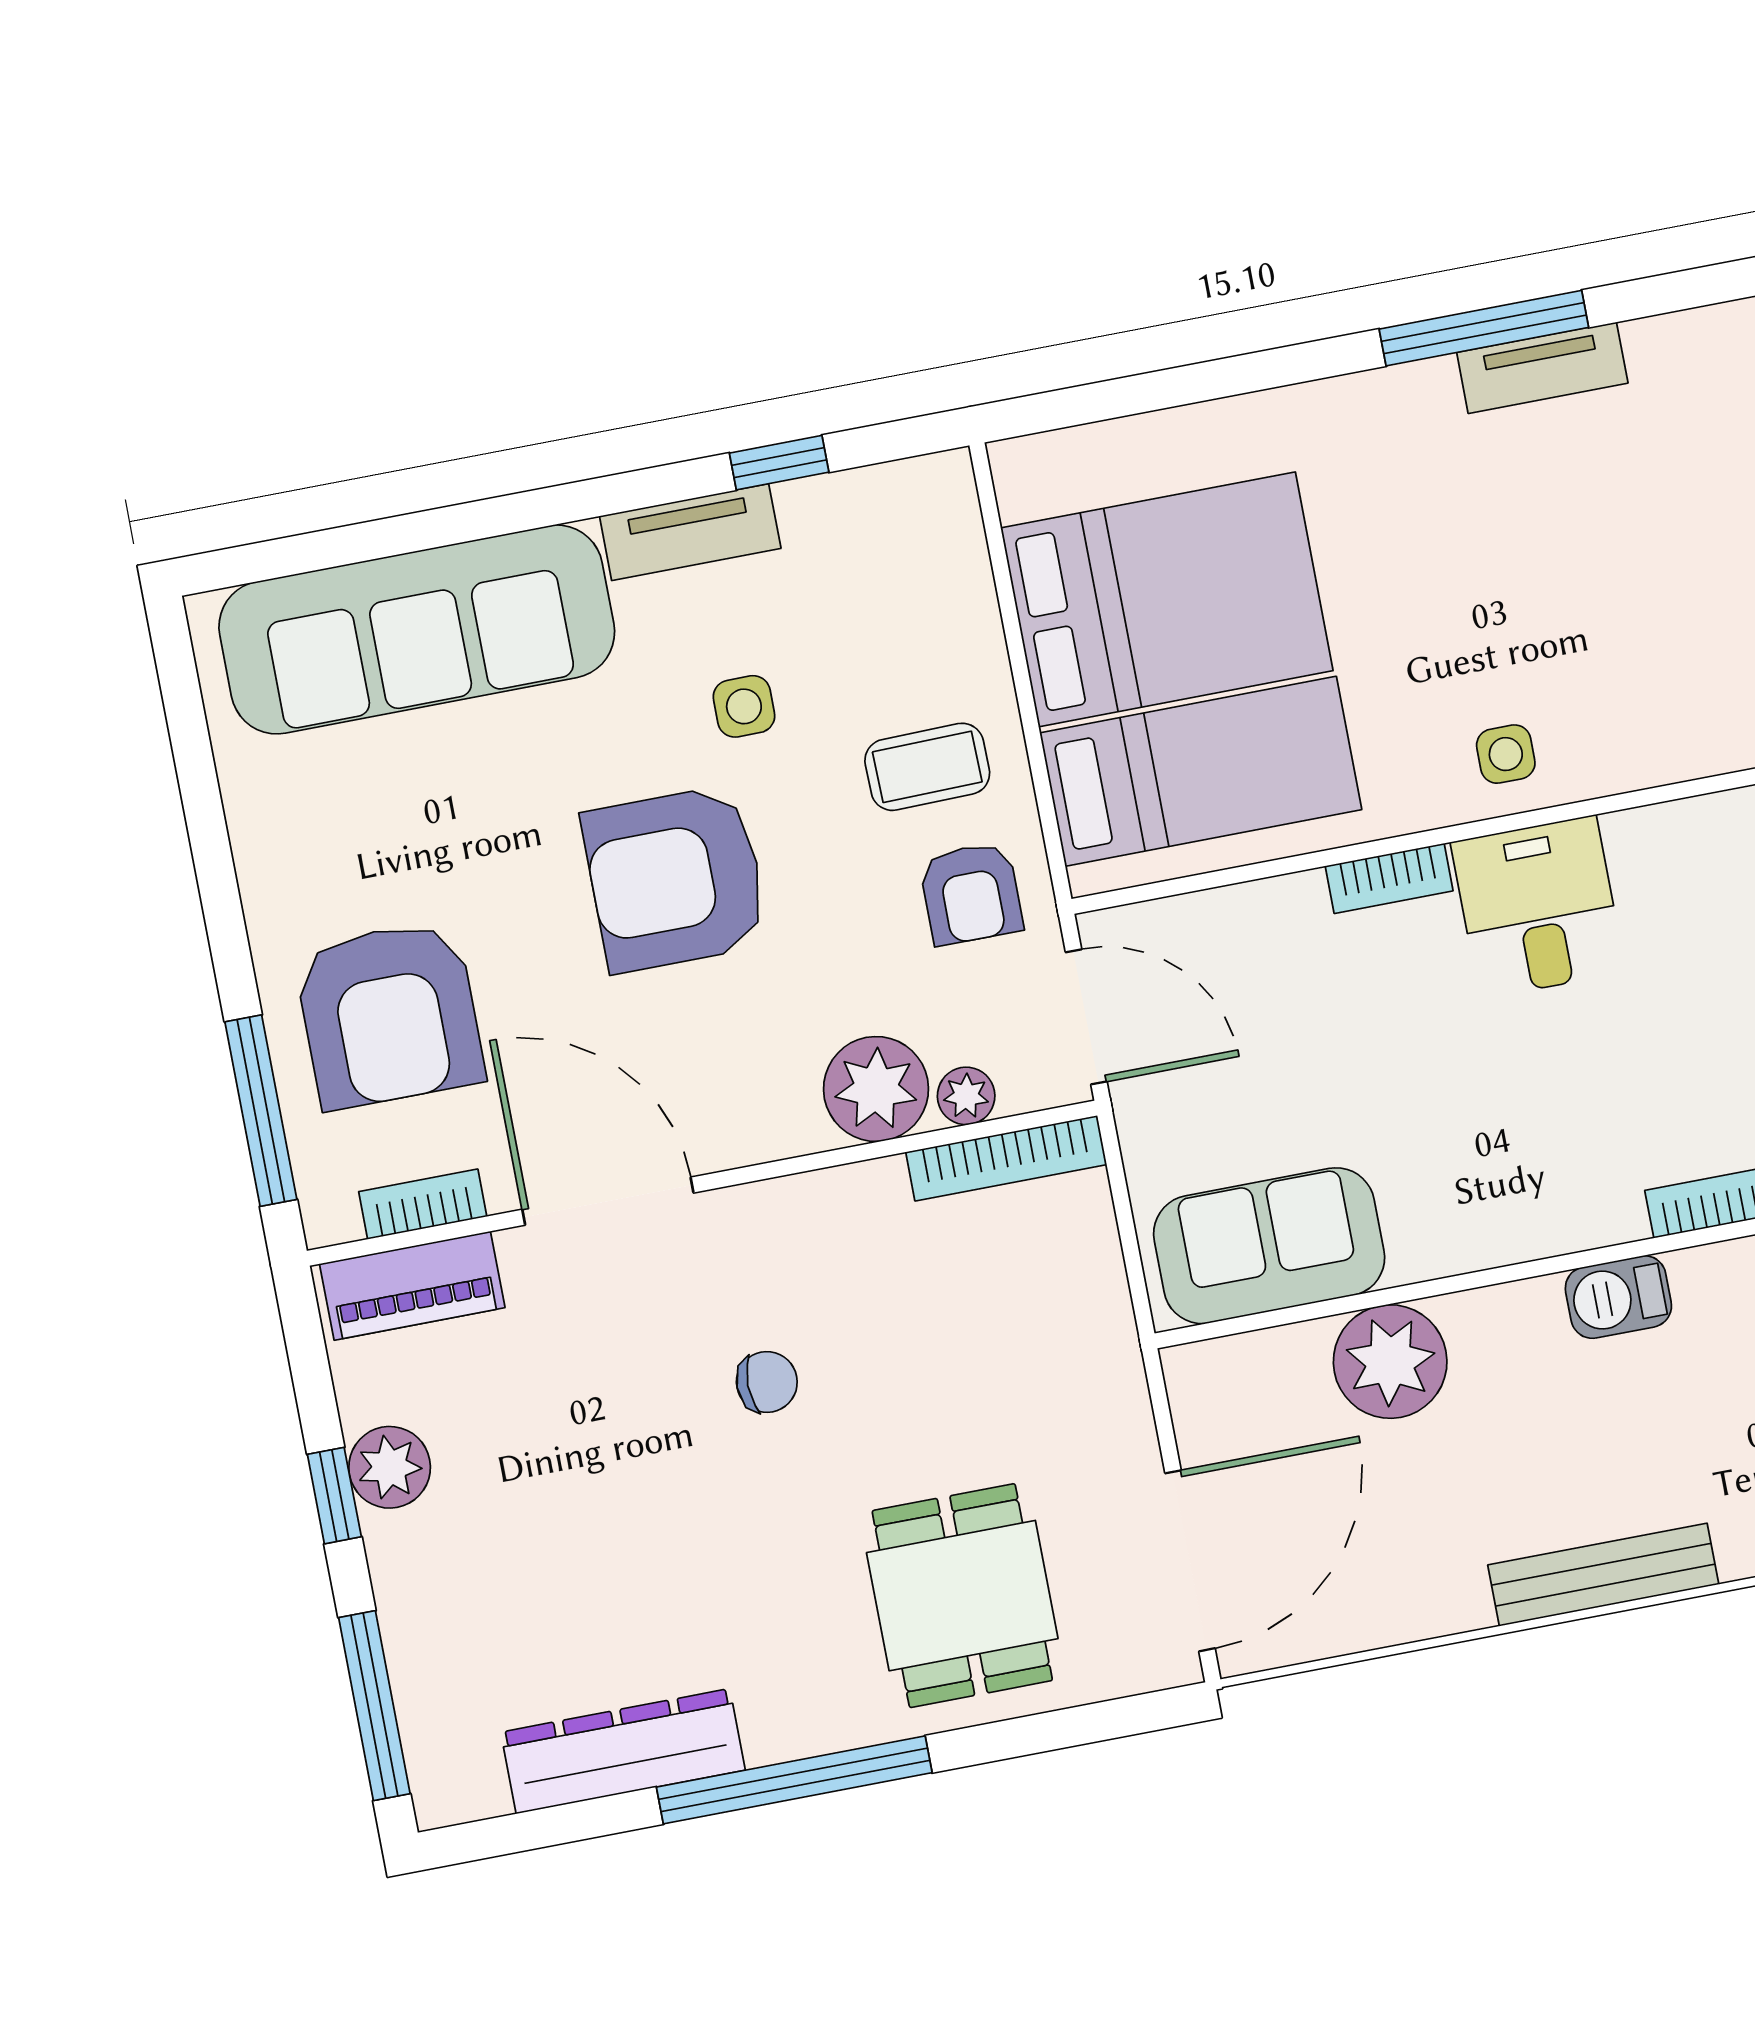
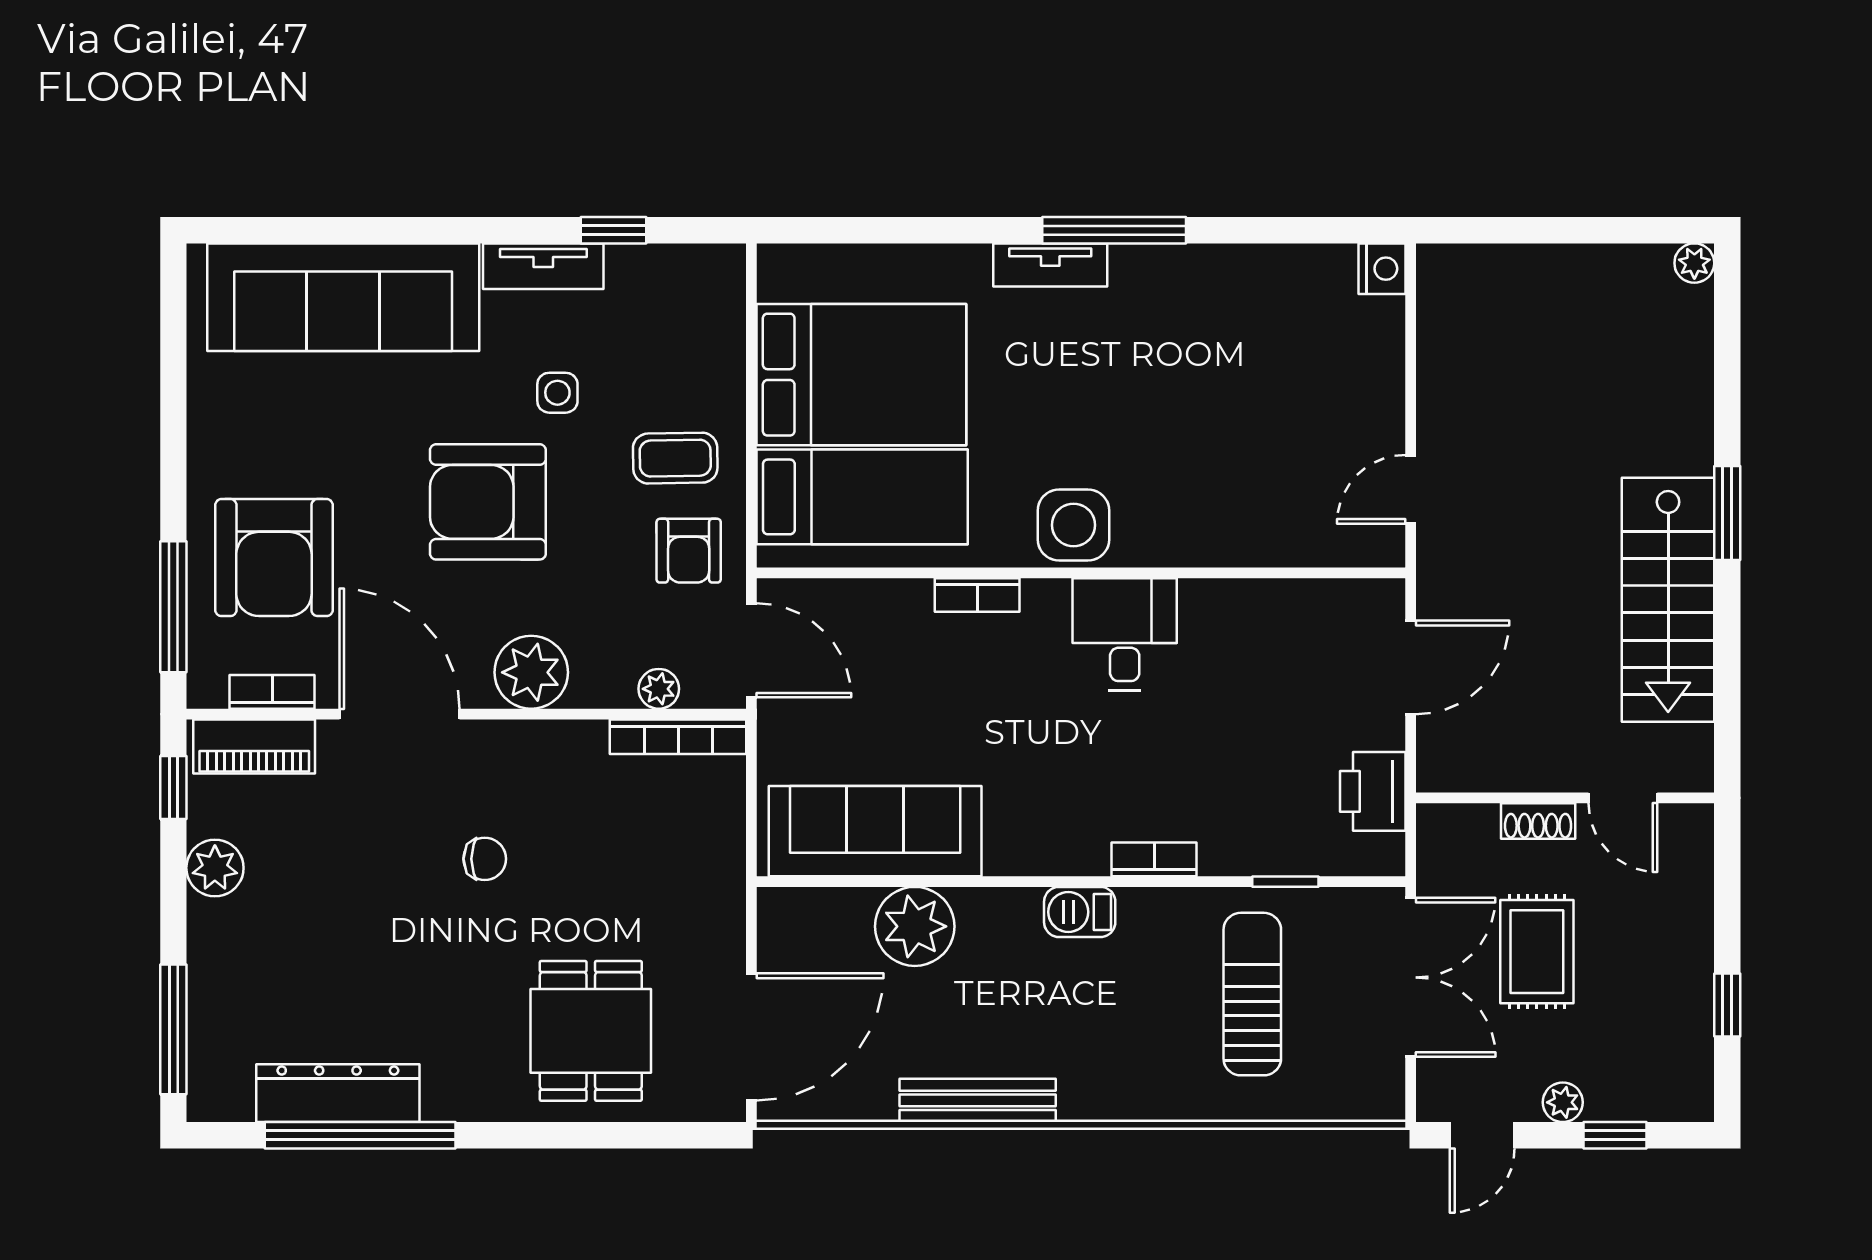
tv unit: (1542, 368) -> (1050, 265), moved
side table: (1506, 754) -> (1073, 525), width x1.87, depth x1.87
desk: (1538, 907) -> (1125, 634), moved
plant: (876, 1089) -> (531, 672), moved
sofa: (1269, 1246) -> (875, 831), width x1.36
window: (334, 1496) -> (173, 787), moved
bench: (1603, 1575) -> (978, 1100), moved
window: (794, 1780) -> (360, 1135), moved

